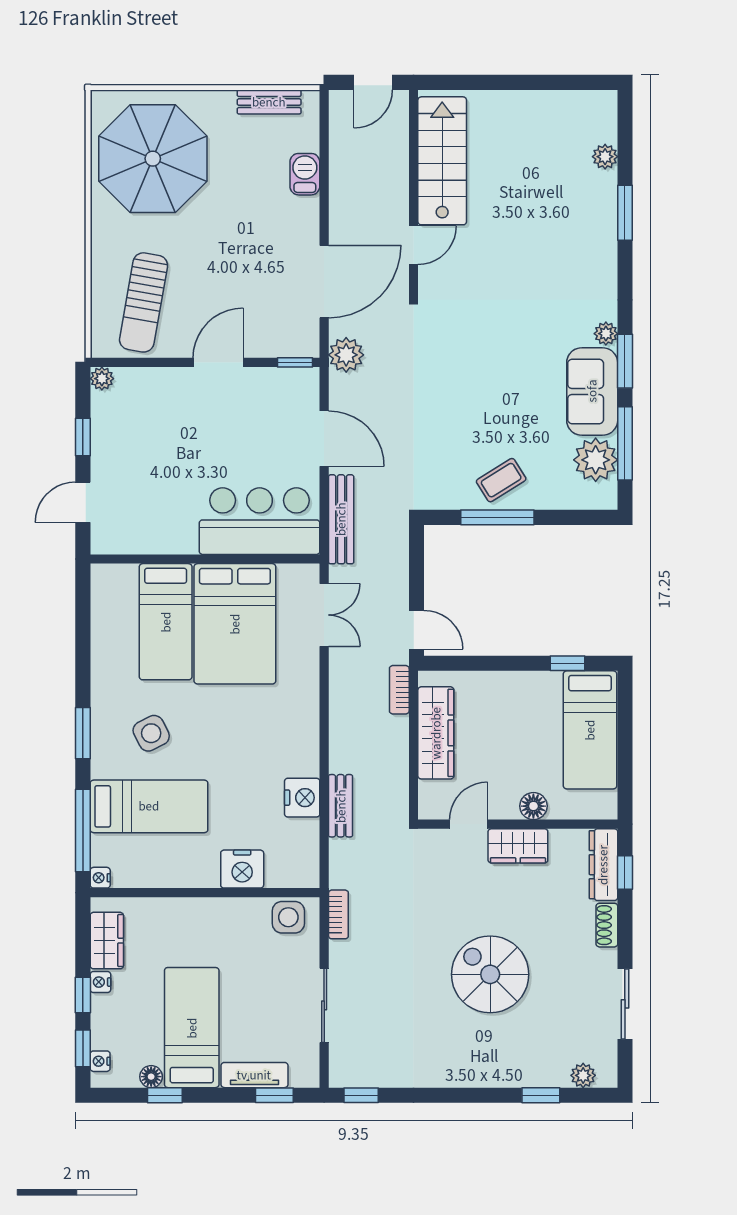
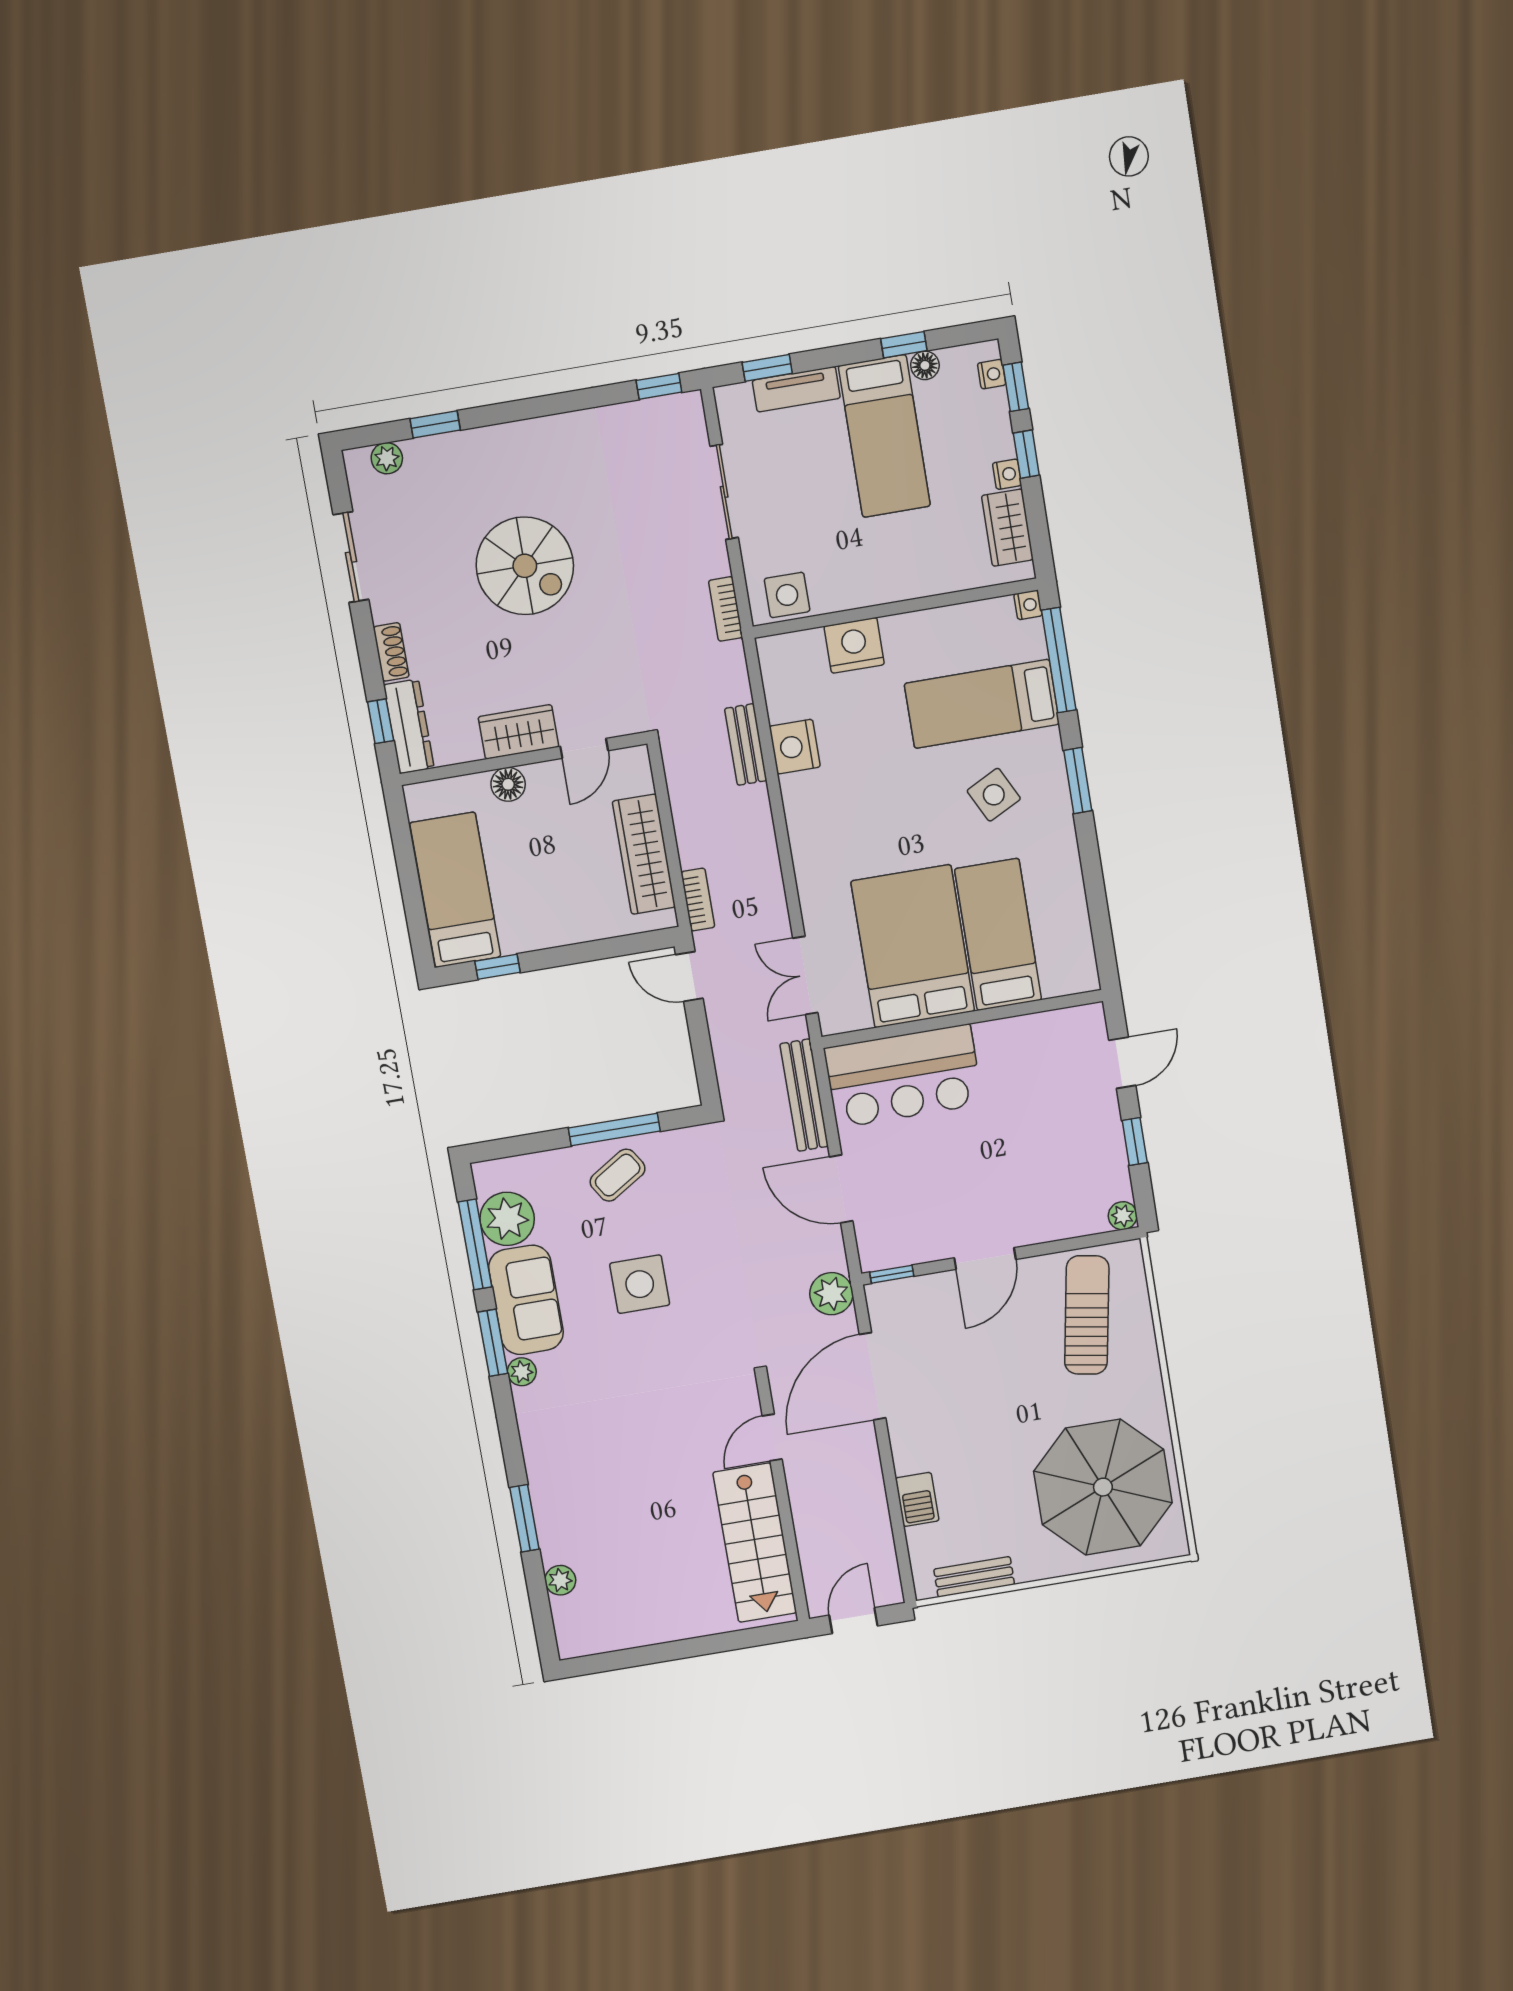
side table: (499, 389) -> (640, 1284), added

